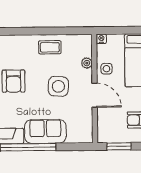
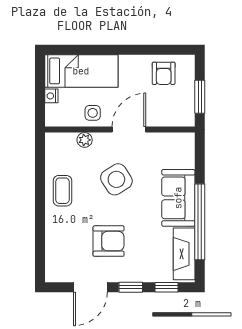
nightstand: (101, 39) -> (51, 96), moved
side table: (58, 86) -> (116, 179), turned -36

